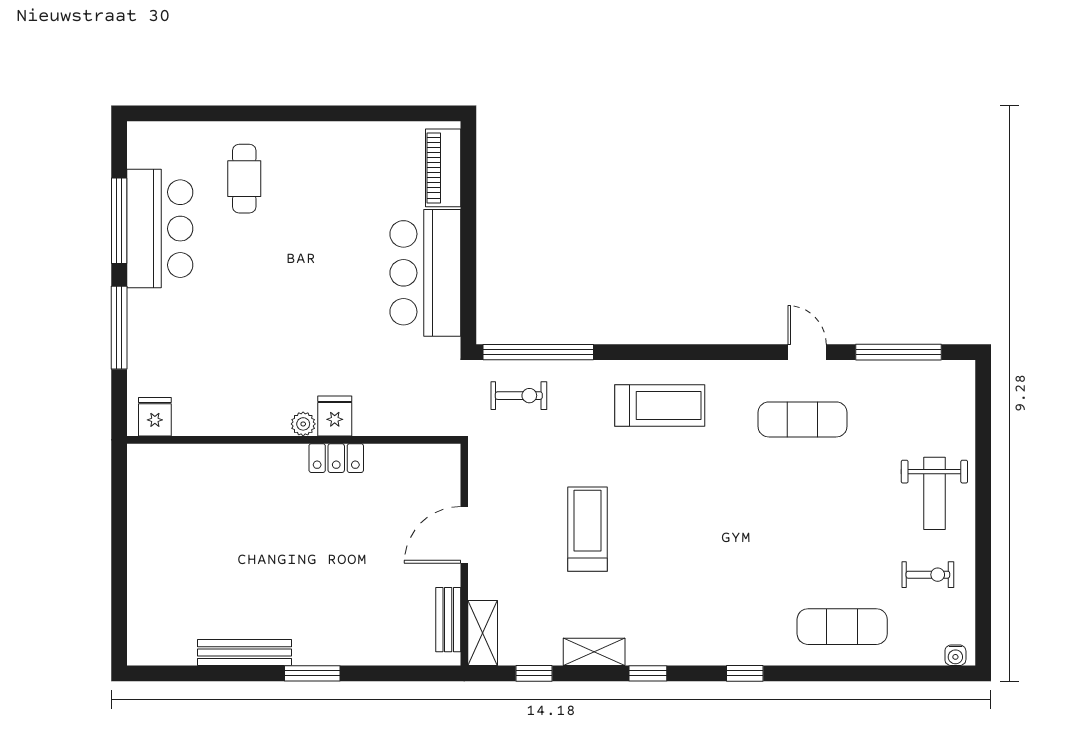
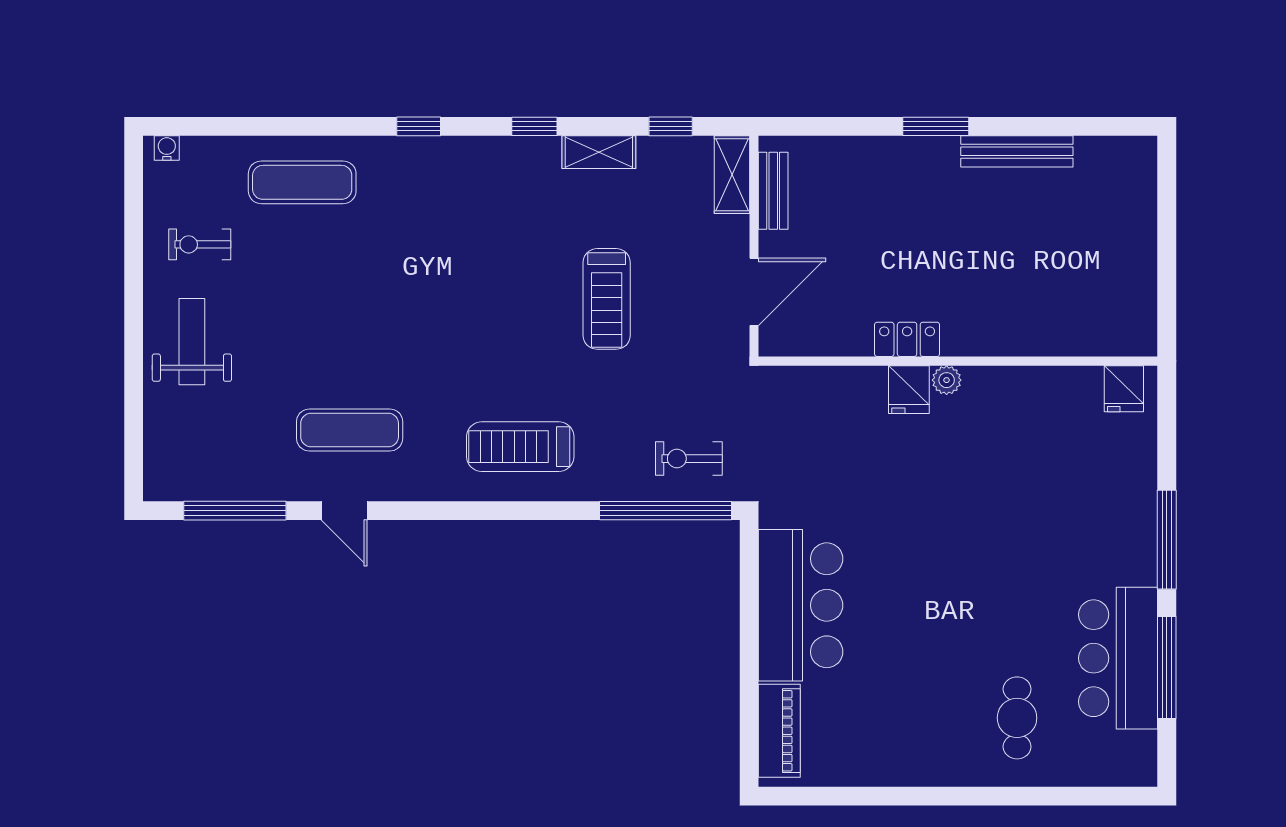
fridge: (335, 416) -> (909, 390), moved
fridge: (155, 417) -> (1124, 389), moved
plant: (303, 424) -> (947, 380), moved
wall: (294, 440) -> (958, 361), moved
locker: (336, 458) -> (907, 339), moved

